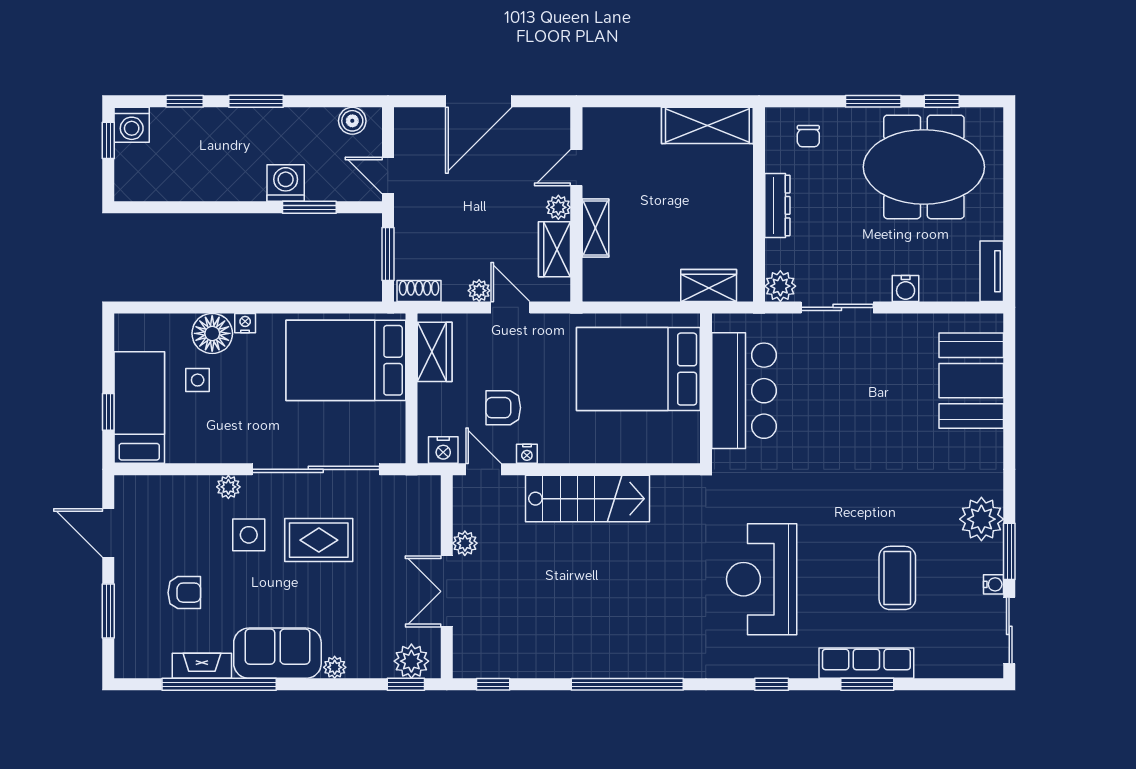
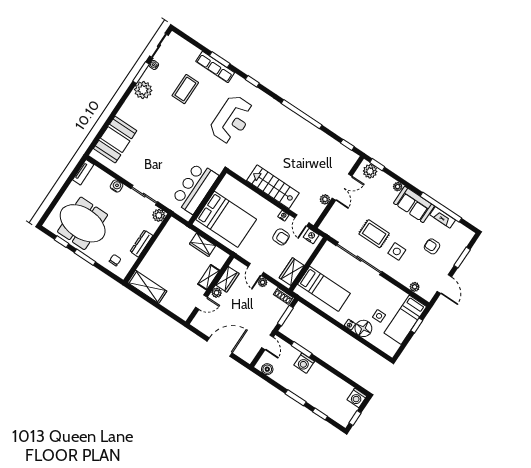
washing machine: (132, 125) -> (357, 398), moved, turned 180
wardrobe: (709, 285) -> (203, 245), moved
bed: (346, 360) -> (324, 289), width x0.67
plant: (228, 487) -> (415, 287), moved

